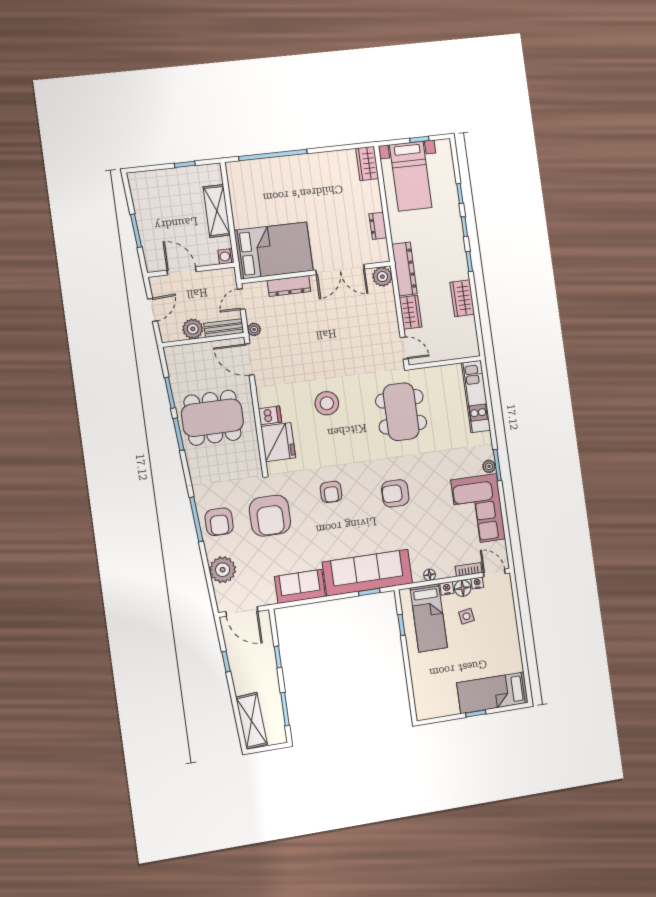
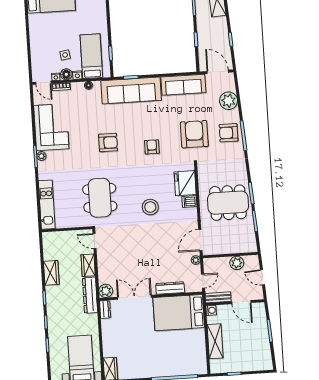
dresser: (378, 226) -> (105, 309), moved
door: (153, 310) -> (262, 277), hinge flipped
bench: (224, 328) -> (218, 297), moved
door: (249, 359) -> (200, 240), swing flipped
armchair: (219, 522) -> (229, 133), turned -90
sofa: (300, 586) -> (183, 85), width x1.36

